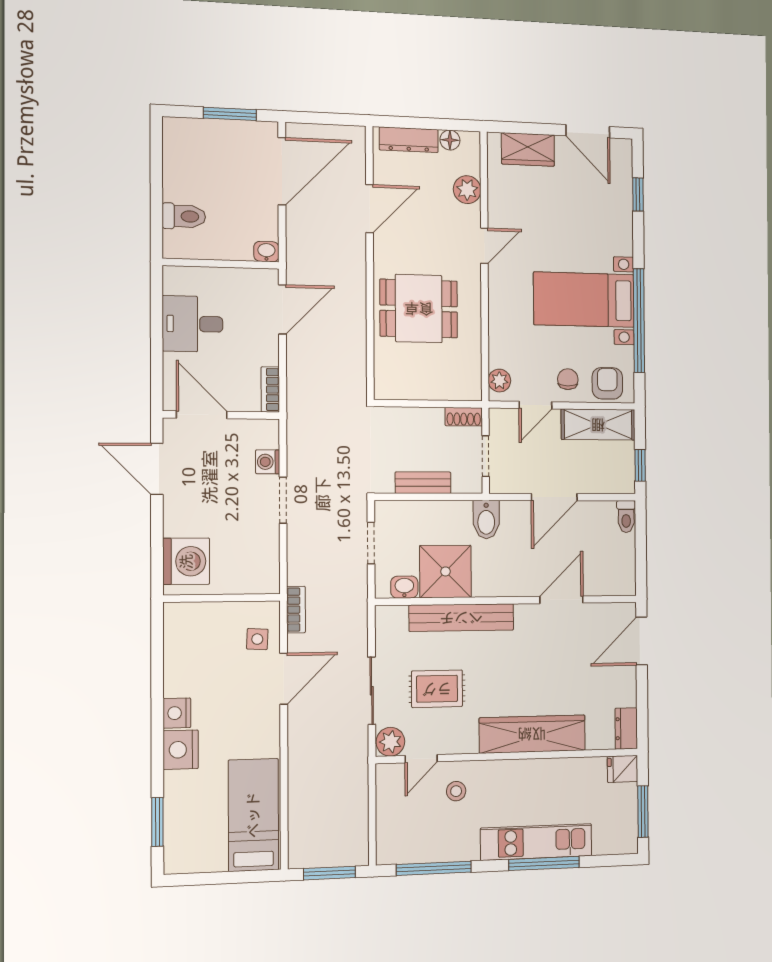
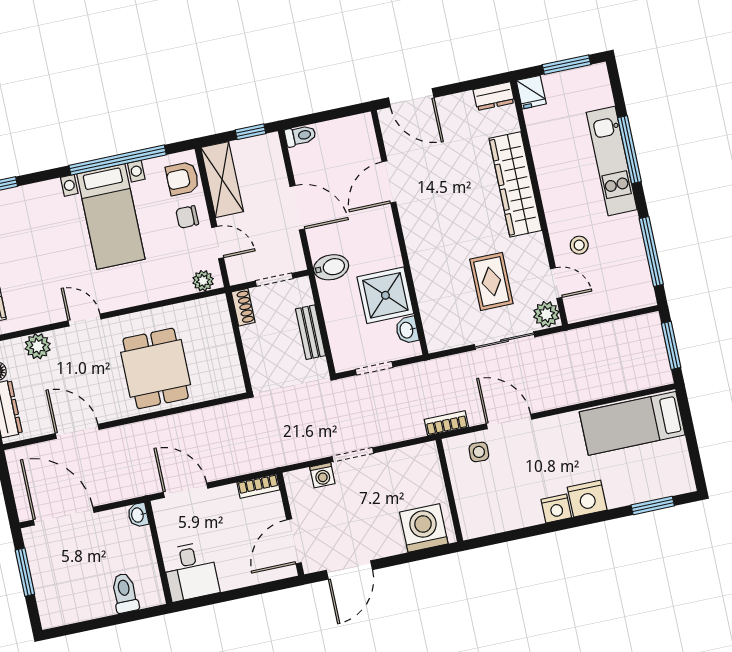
desk: (193, 324) -> (191, 571), moved
door: (561, 600) -> (389, 182), hinge flipped
bench: (461, 618) -> (424, 272), removed

